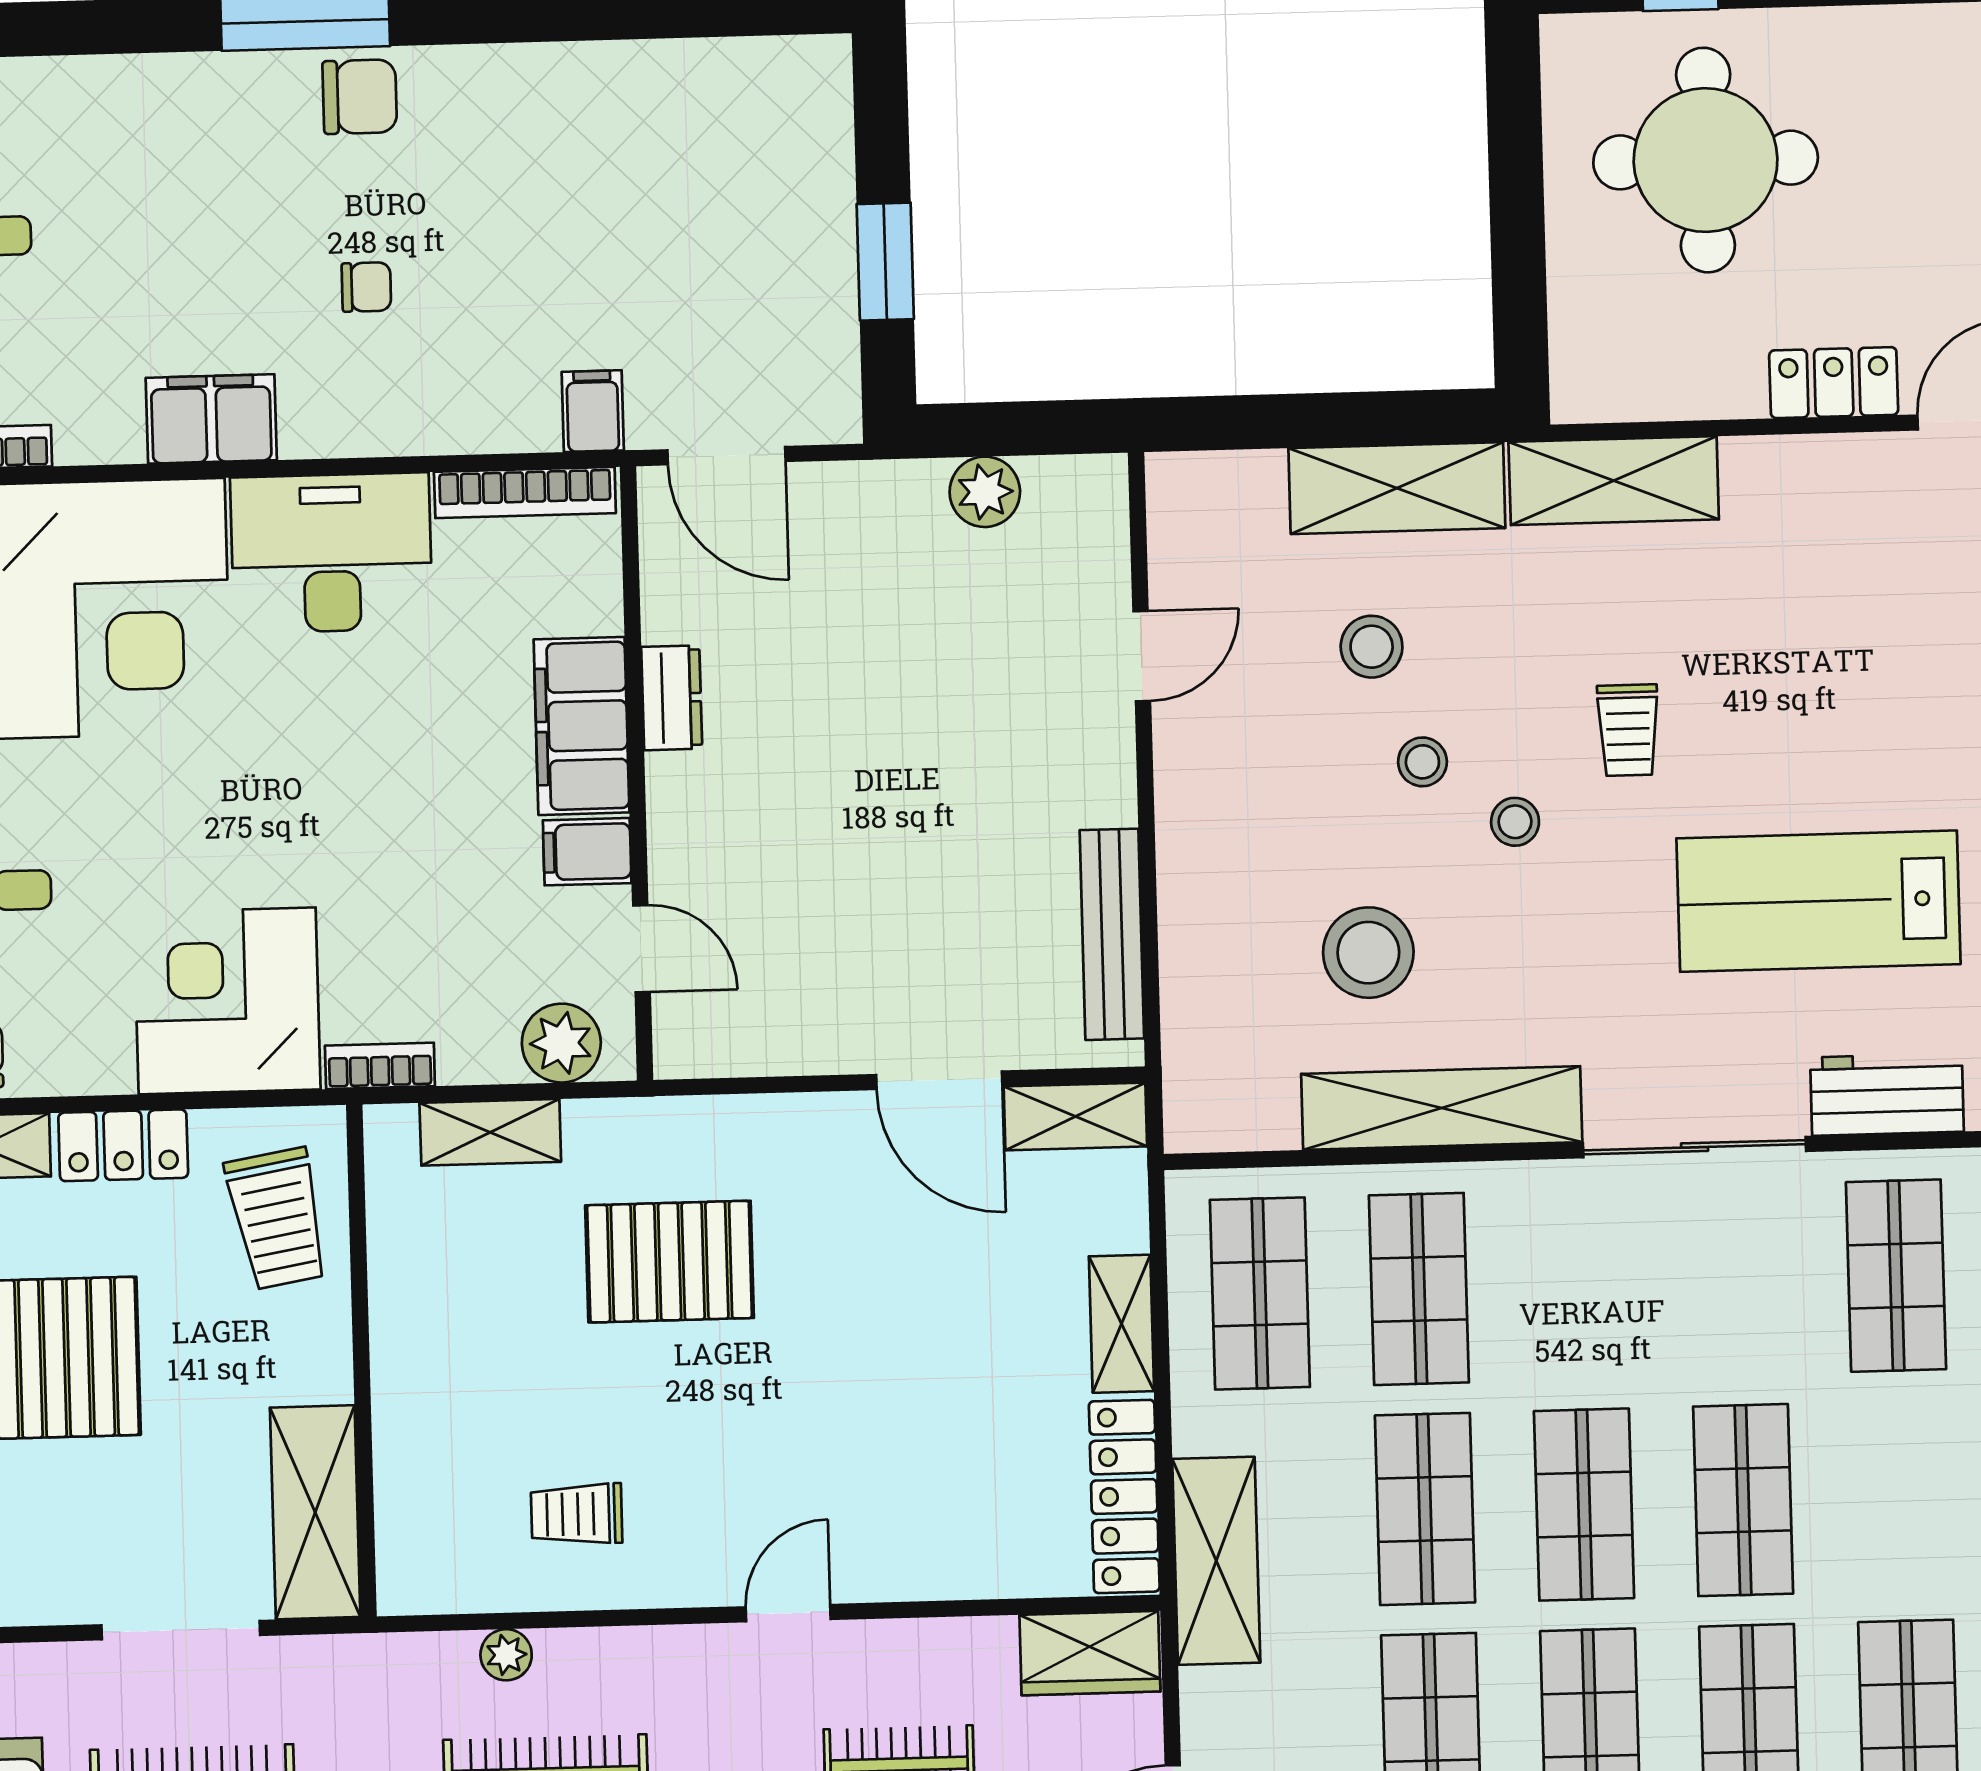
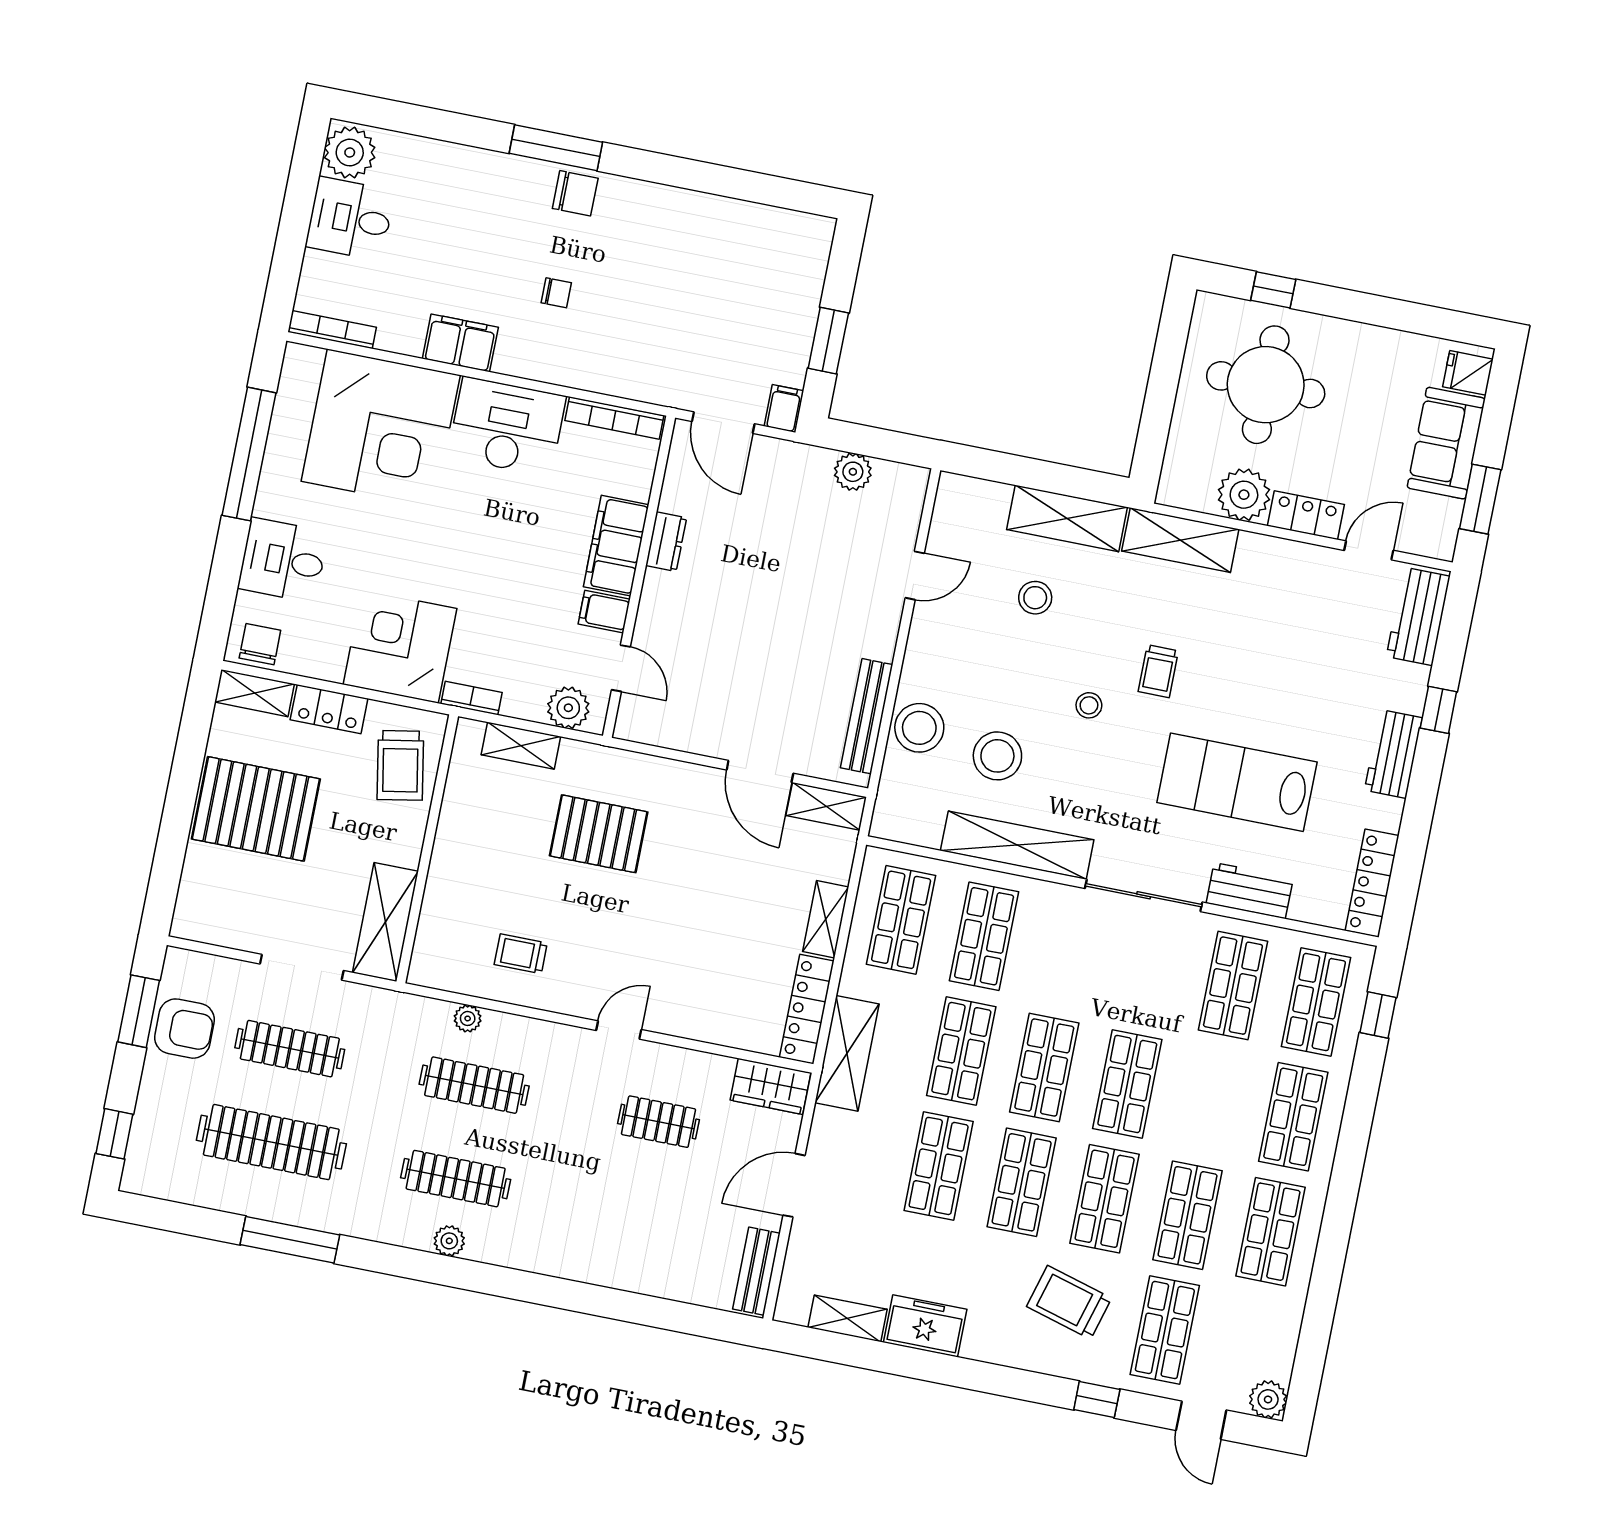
plant: (1711, 371) -> (1244, 495), added
filing cabinet: (593, 411) -> (784, 408), moved
stool: (1422, 762) -> (919, 728), moved, width x1.89, depth x1.89

